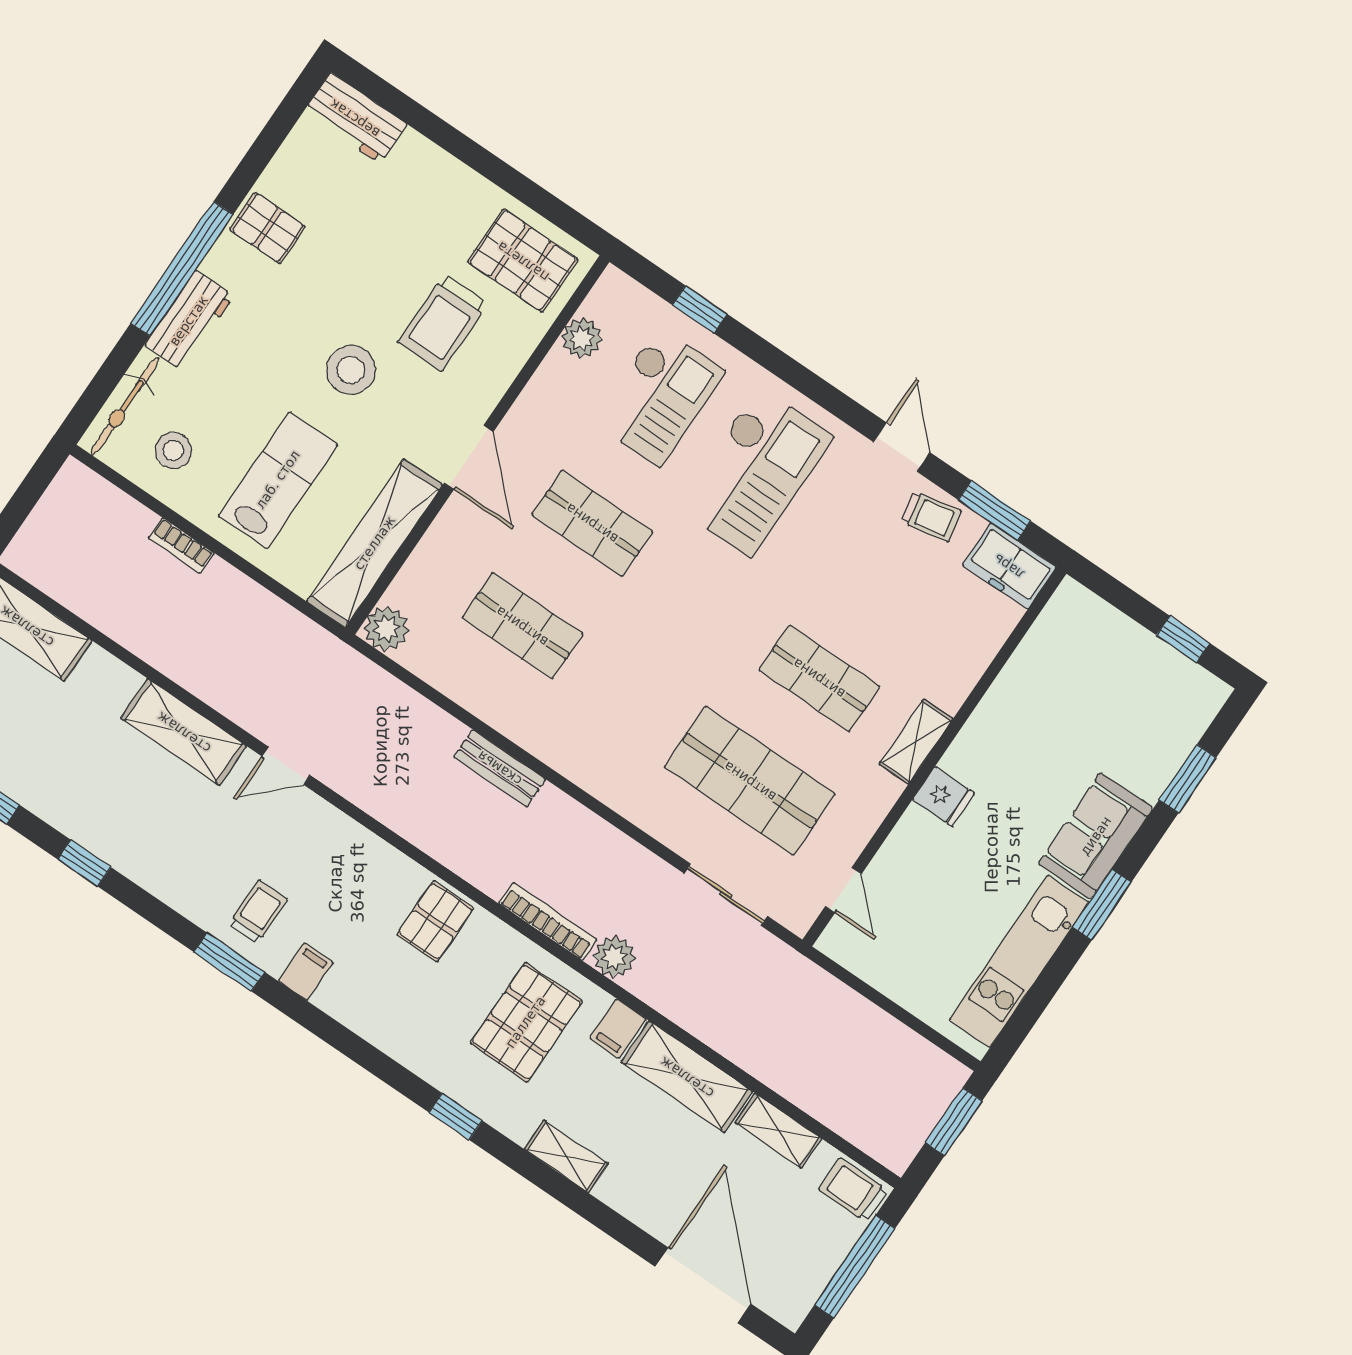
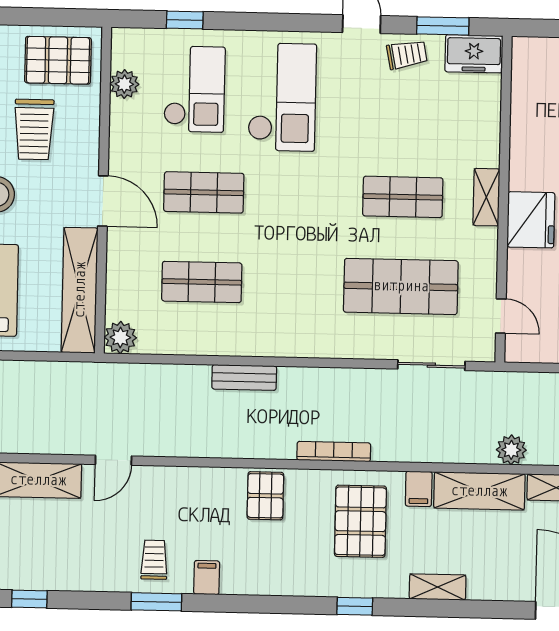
fridge: (944, 797) -> (531, 220), width x1.88, depth x1.34
plant: (614, 957) -> (511, 450), moved

